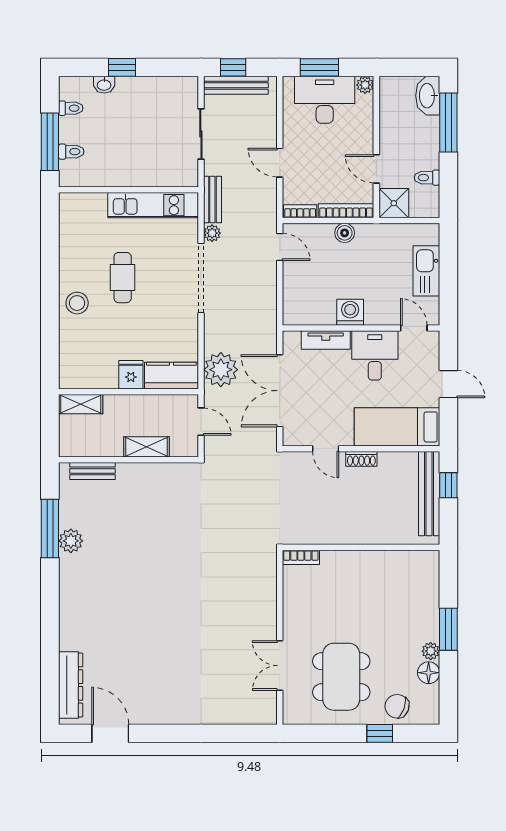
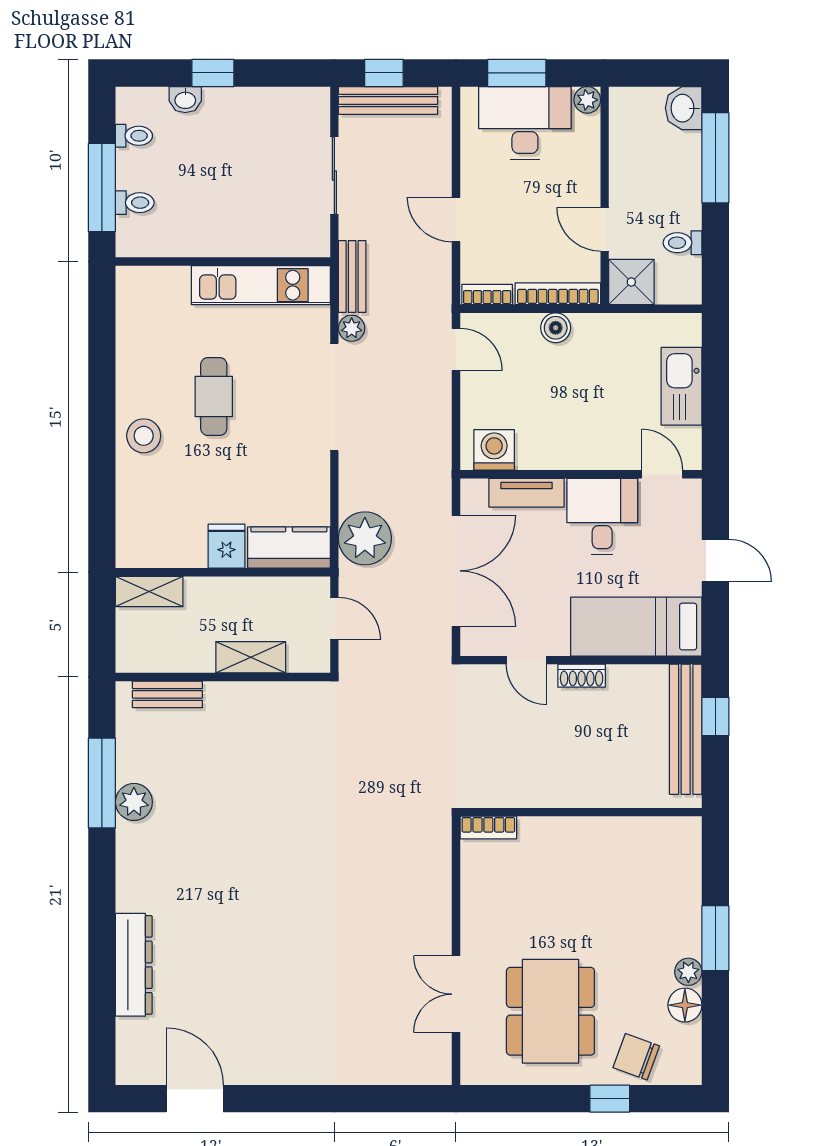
washbasin: (428, 96) -> (684, 108), width x0.72
washing machine: (350, 312) -> (494, 450), moved
double door: (280, 391) -> (456, 571), swing flipped
dresser: (71, 685) -> (134, 965), moved

